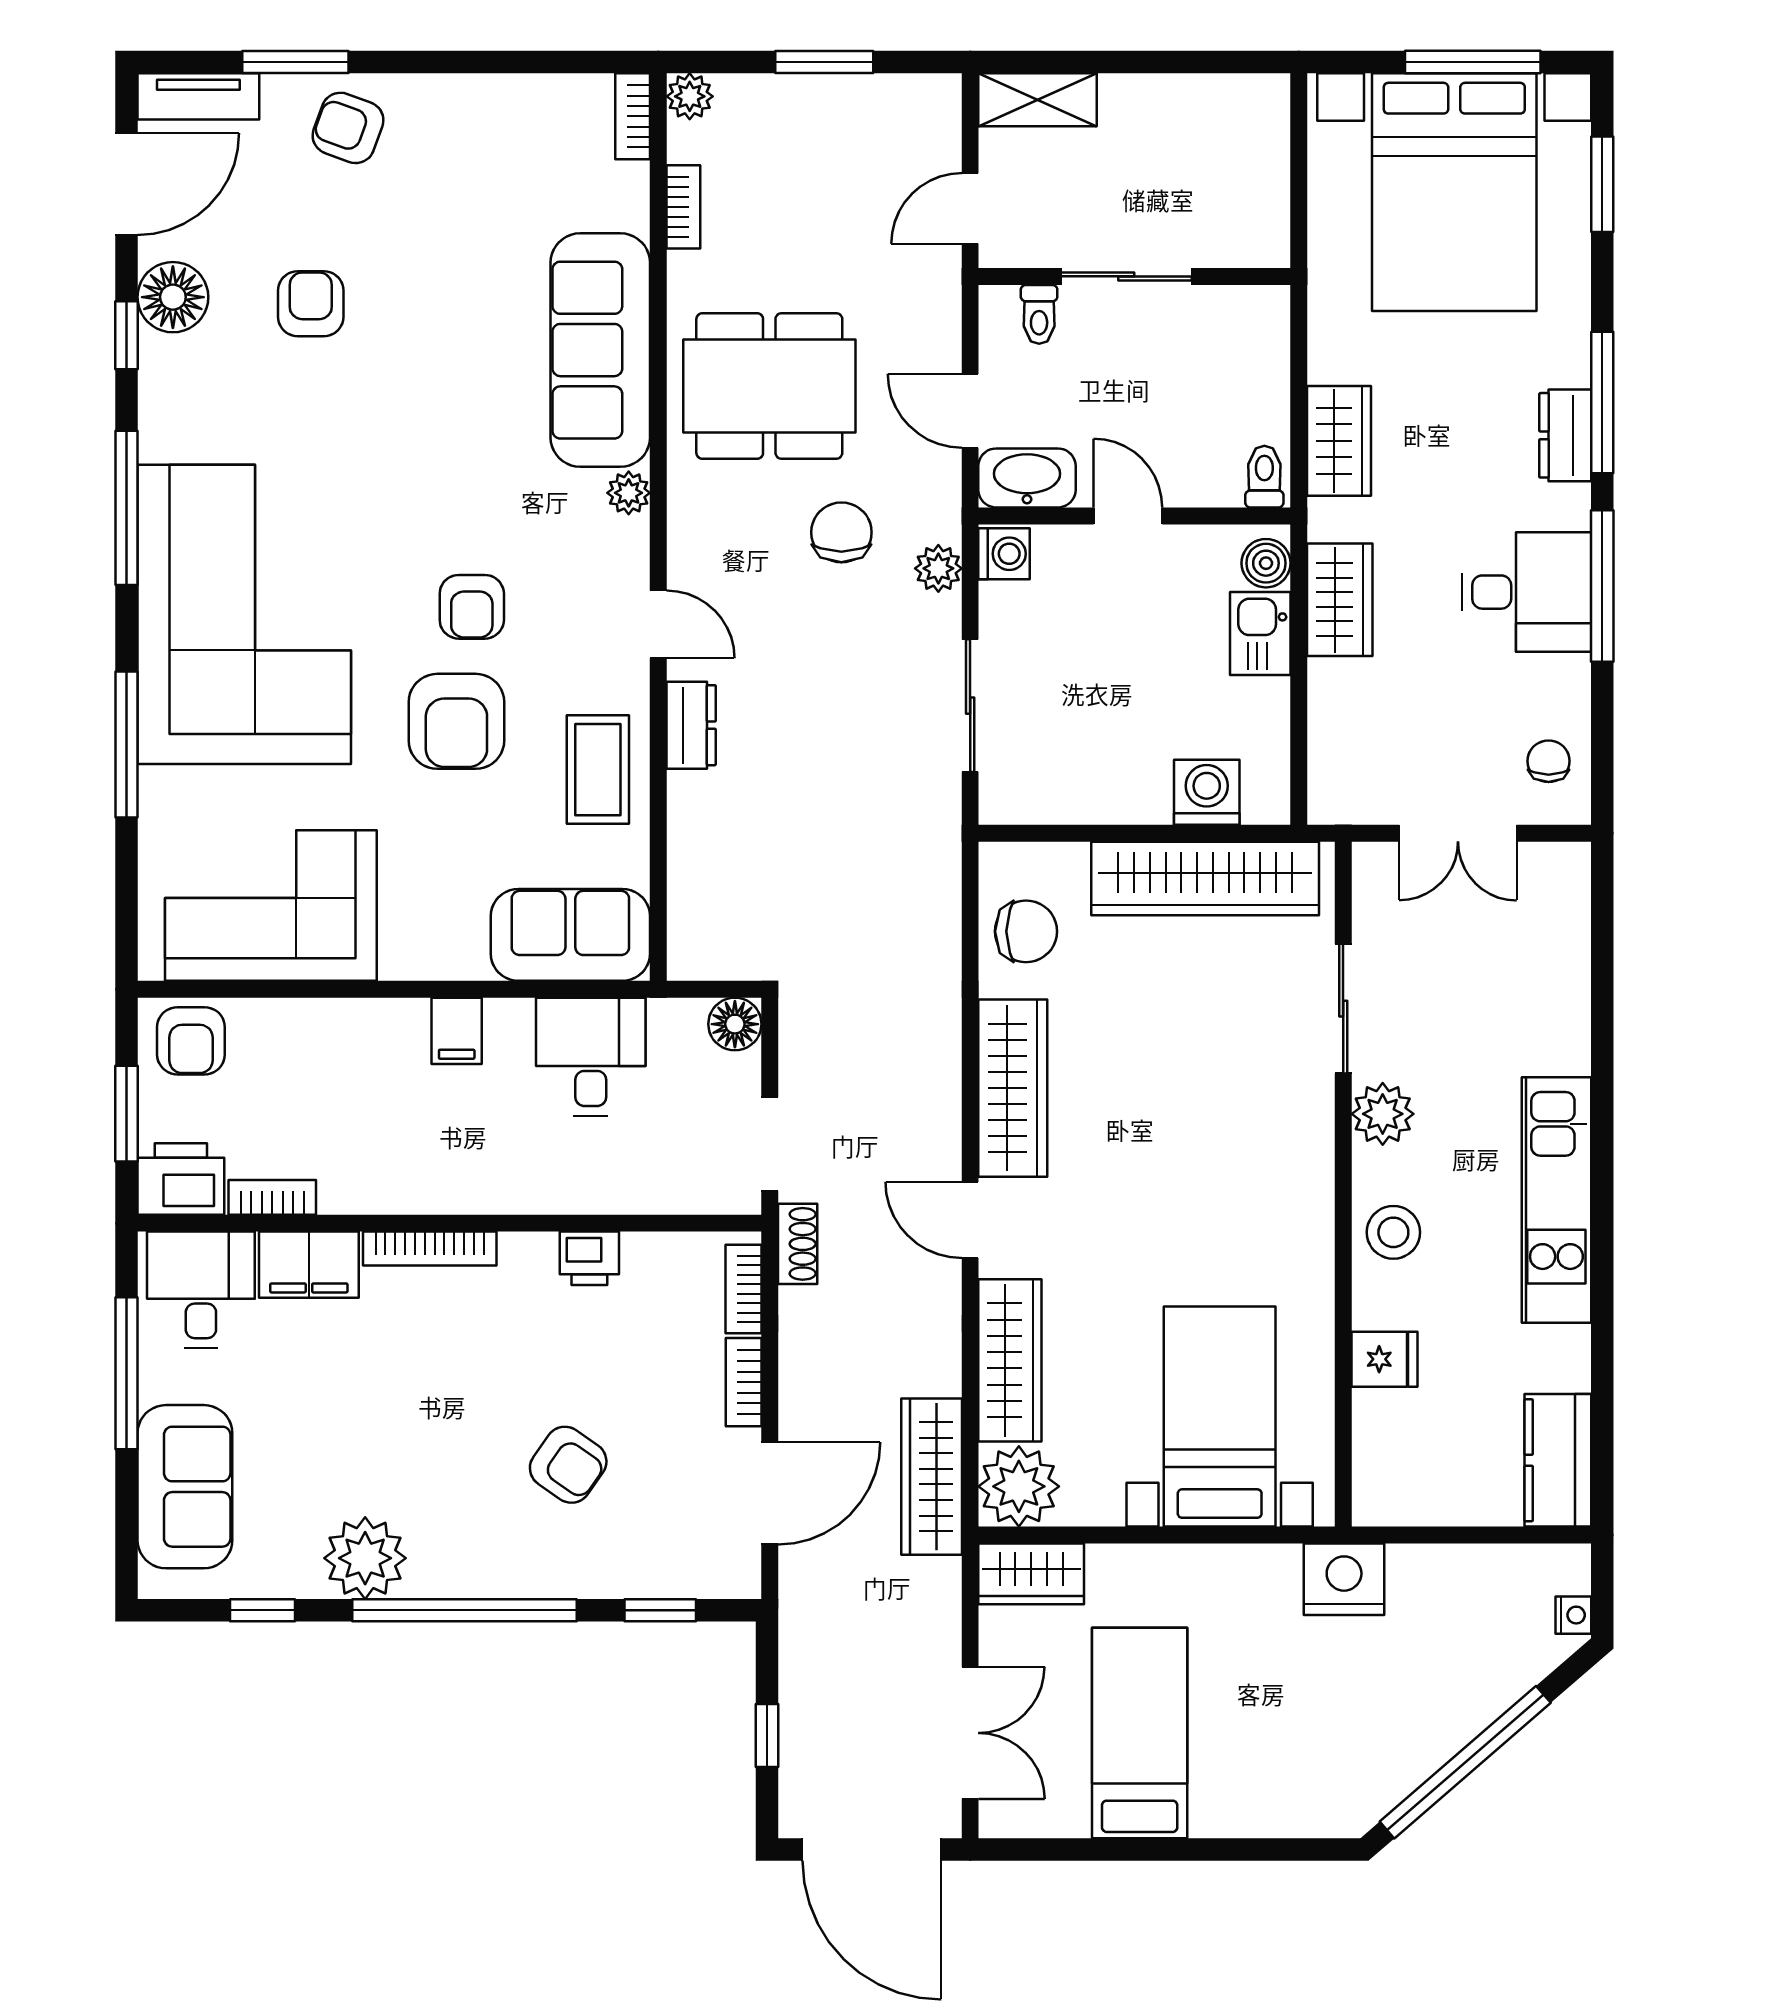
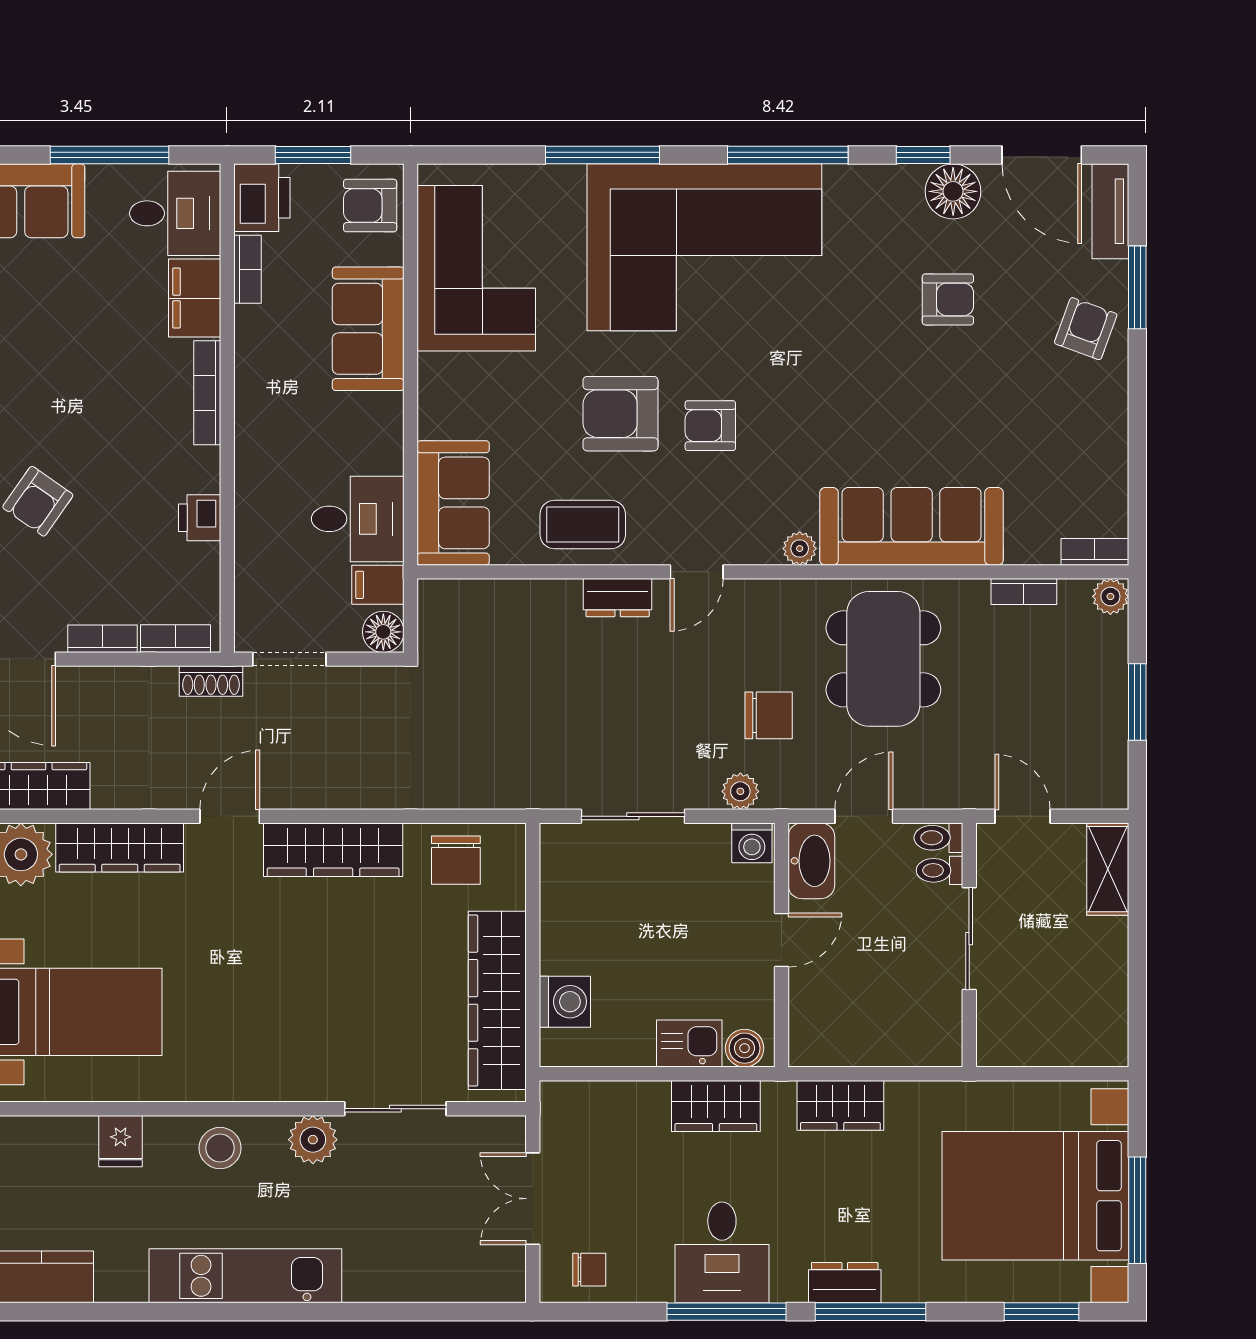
toilet: (1264, 477) -> (938, 838), moved, turned 180
filing cabinet: (457, 1031) -> (378, 585), moved
sofa: (348, 1043) -> (368, 329), added

